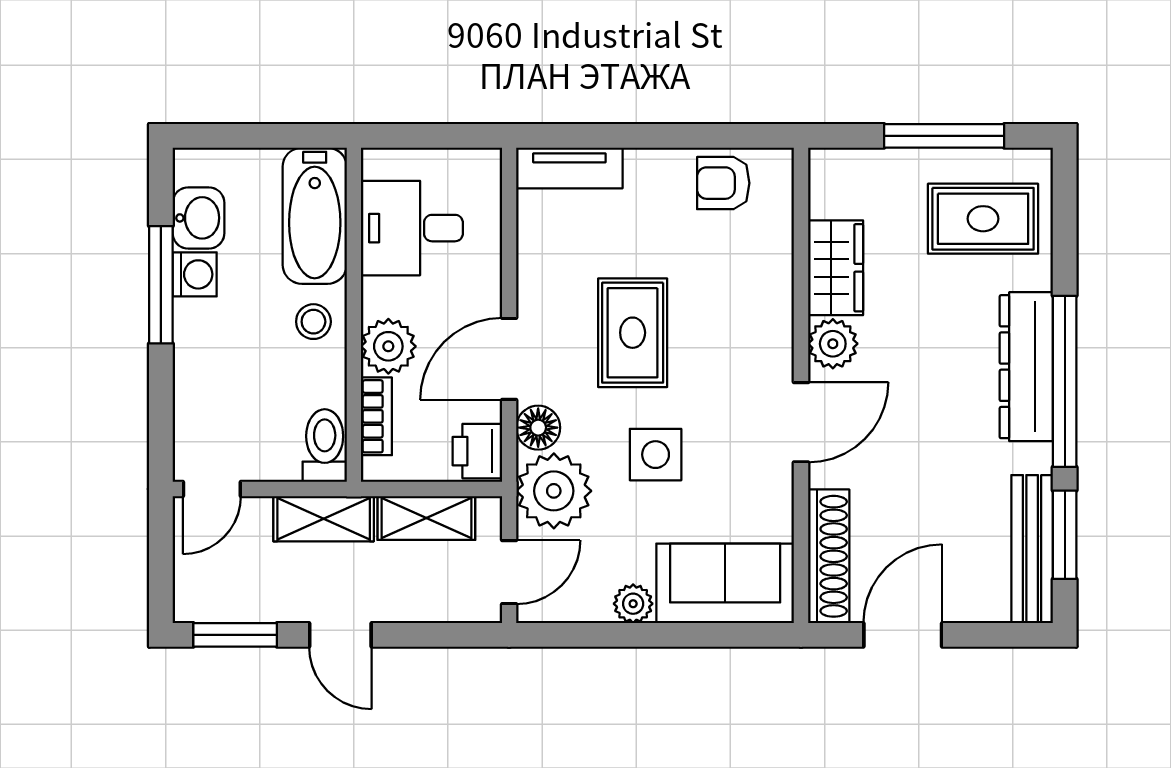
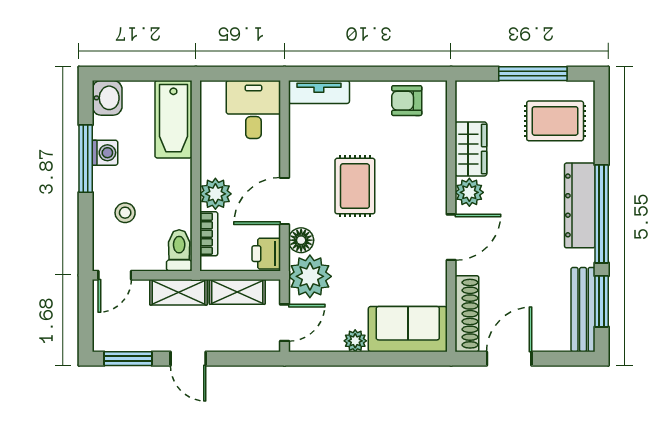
washbasin: (198, 218) -> (107, 98), moved
desk: (412, 228) -> (253, 110), moved, turned 90
stool: (313, 322) -> (125, 213), moved
side table: (656, 455) -> (368, 256), removed

